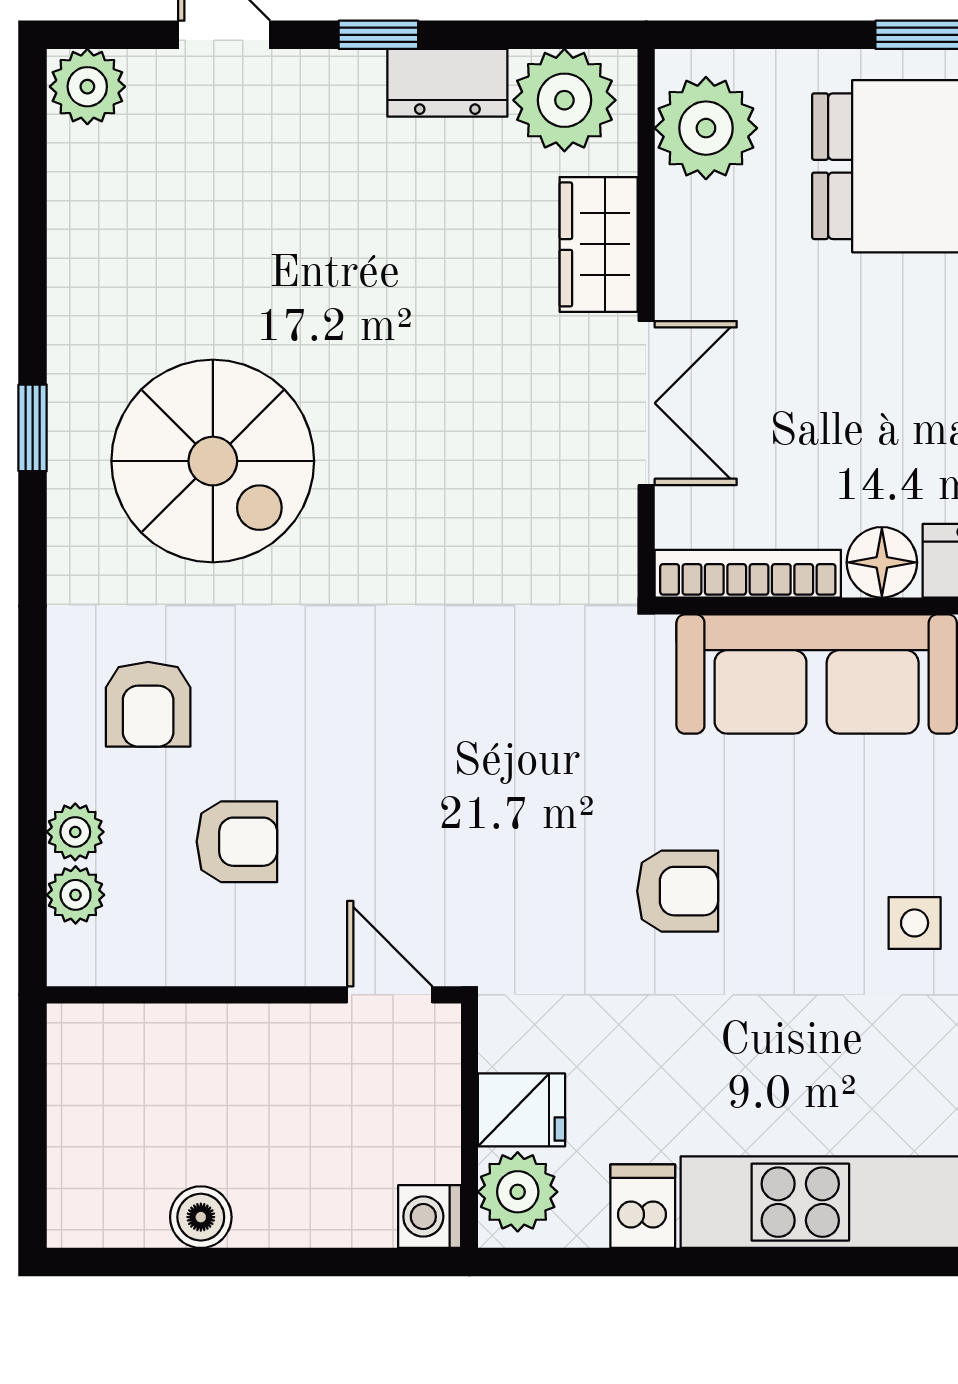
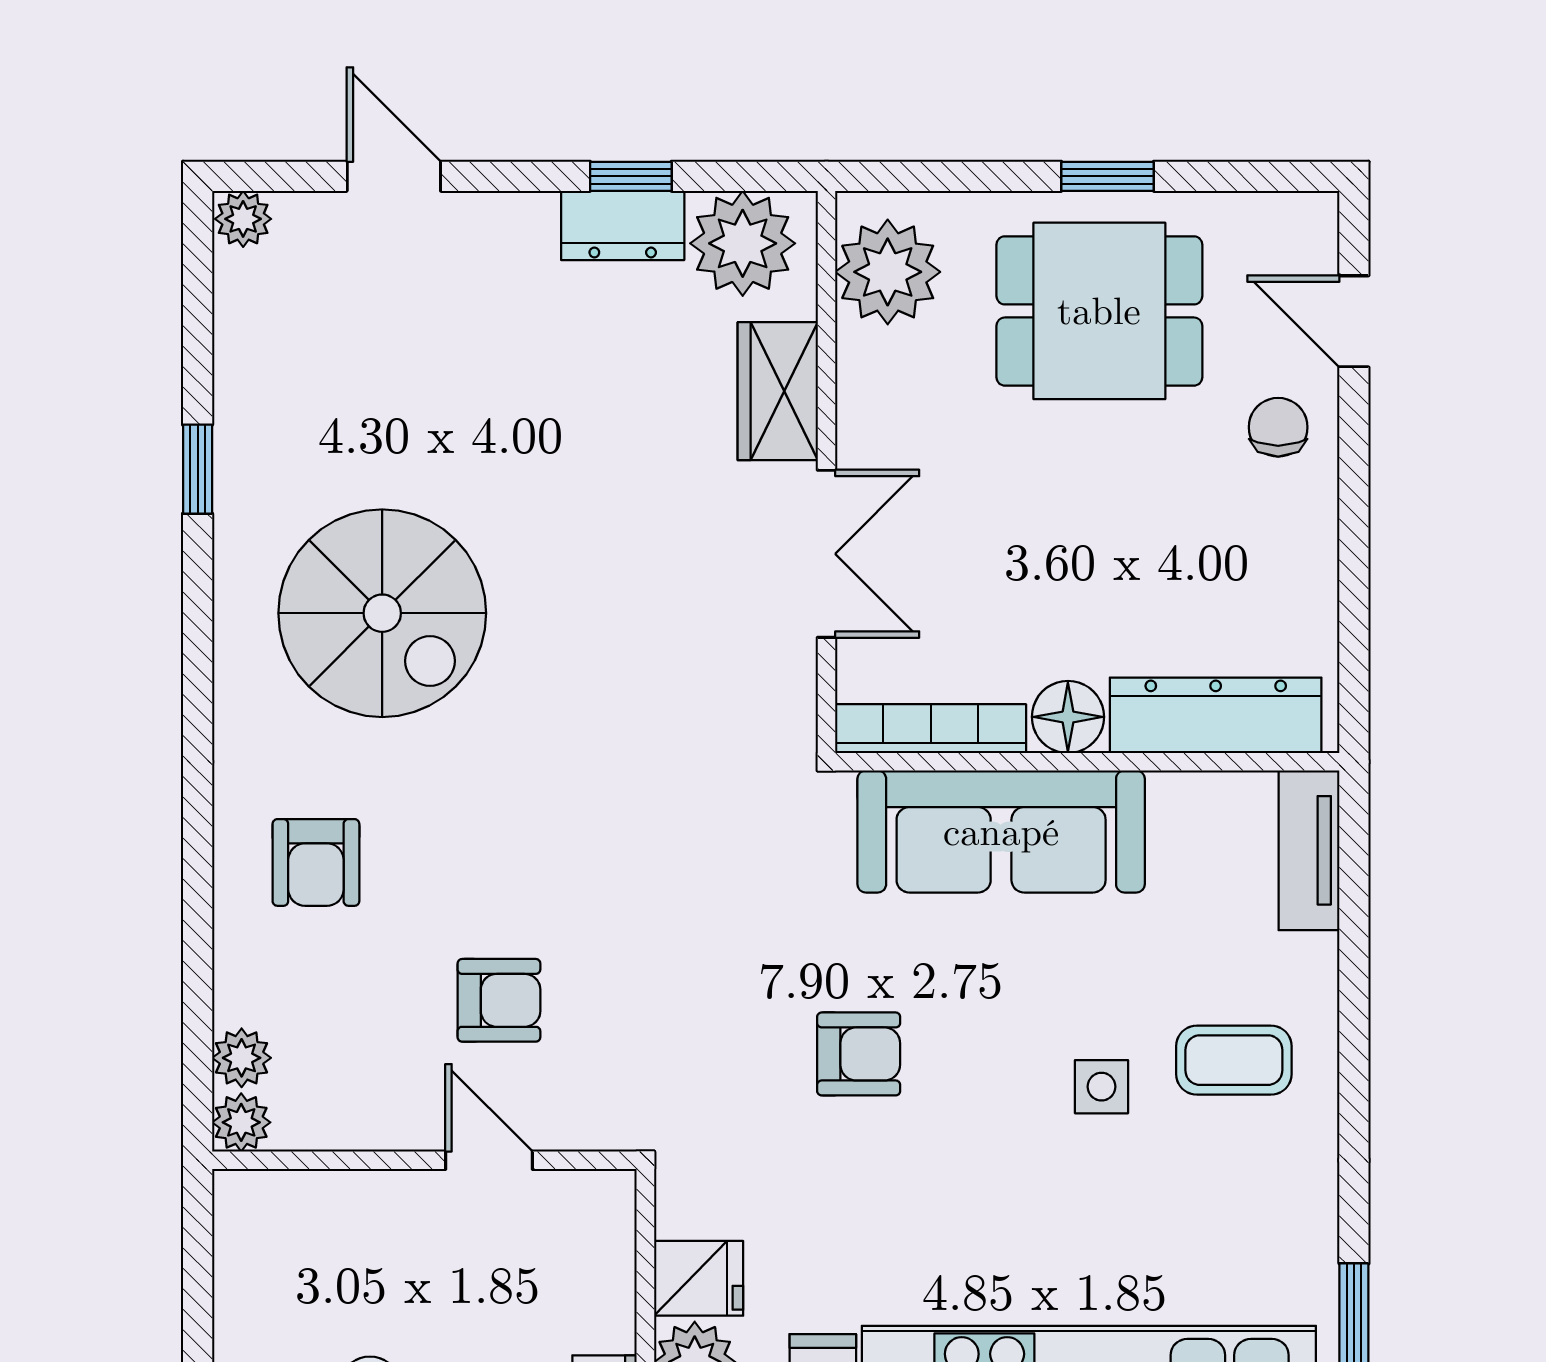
window: (378, 35) -> (631, 176), moved
plant: (87, 87) -> (243, 219), width x0.73, depth x0.73
window: (33, 428) -> (198, 469), moved
plant: (75, 832) -> (241, 1122), moved
armchair: (237, 842) -> (499, 1000), moved
door: (390, 995) -> (489, 1160), moved

